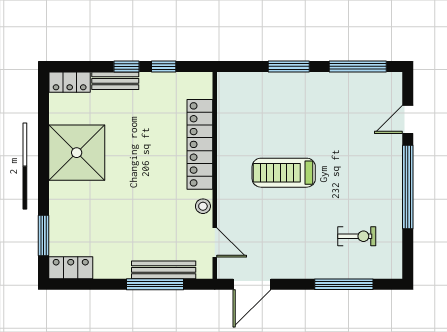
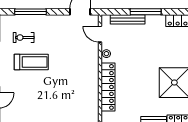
treadmill: (284, 173) -> (31, 62), moved
window: (155, 284) -> (146, 12), moved

